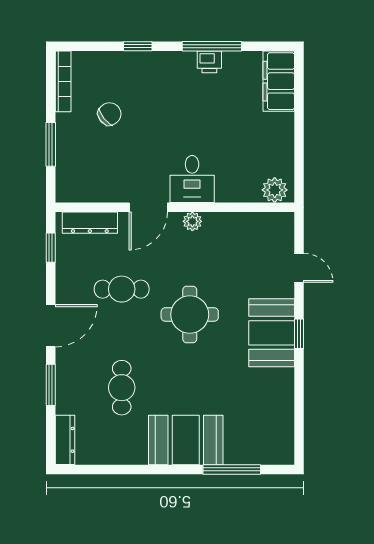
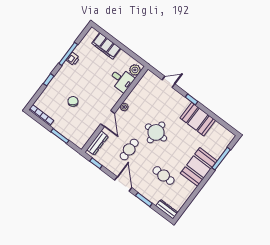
filing cabinet: (279, 81) -> (106, 46), moved
chair: (109, 114) -> (73, 101), moved
desk: (192, 179) -> (121, 80), moved
booth: (272, 333) -> (198, 119), moved

